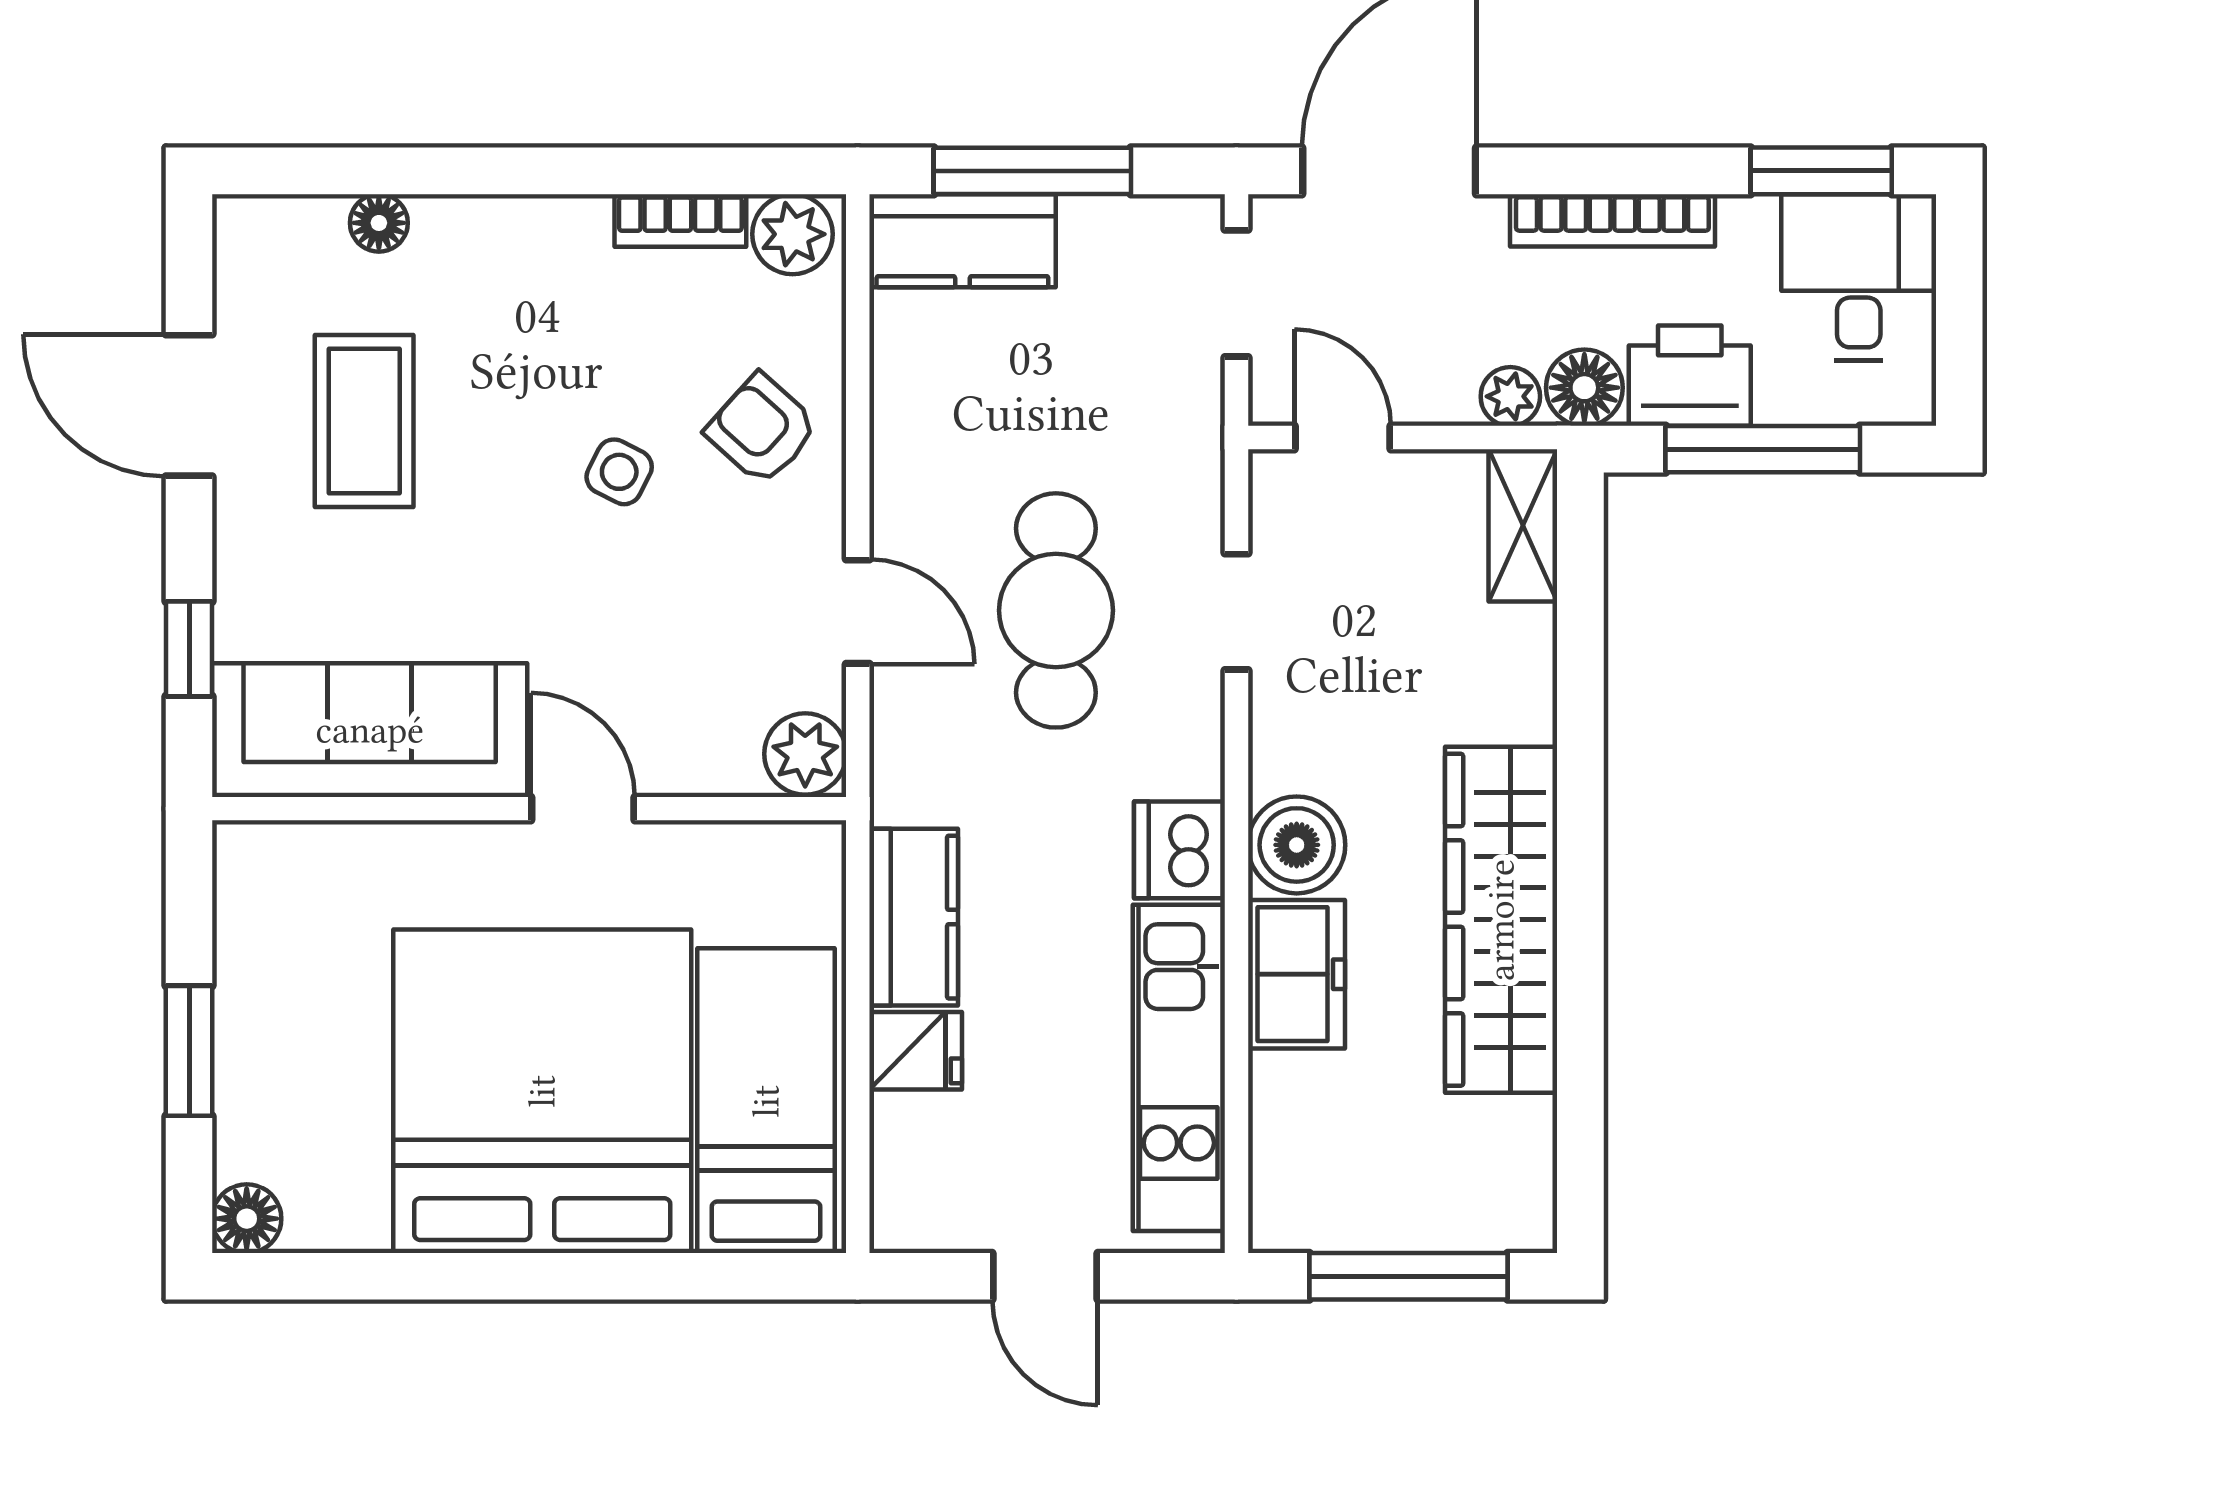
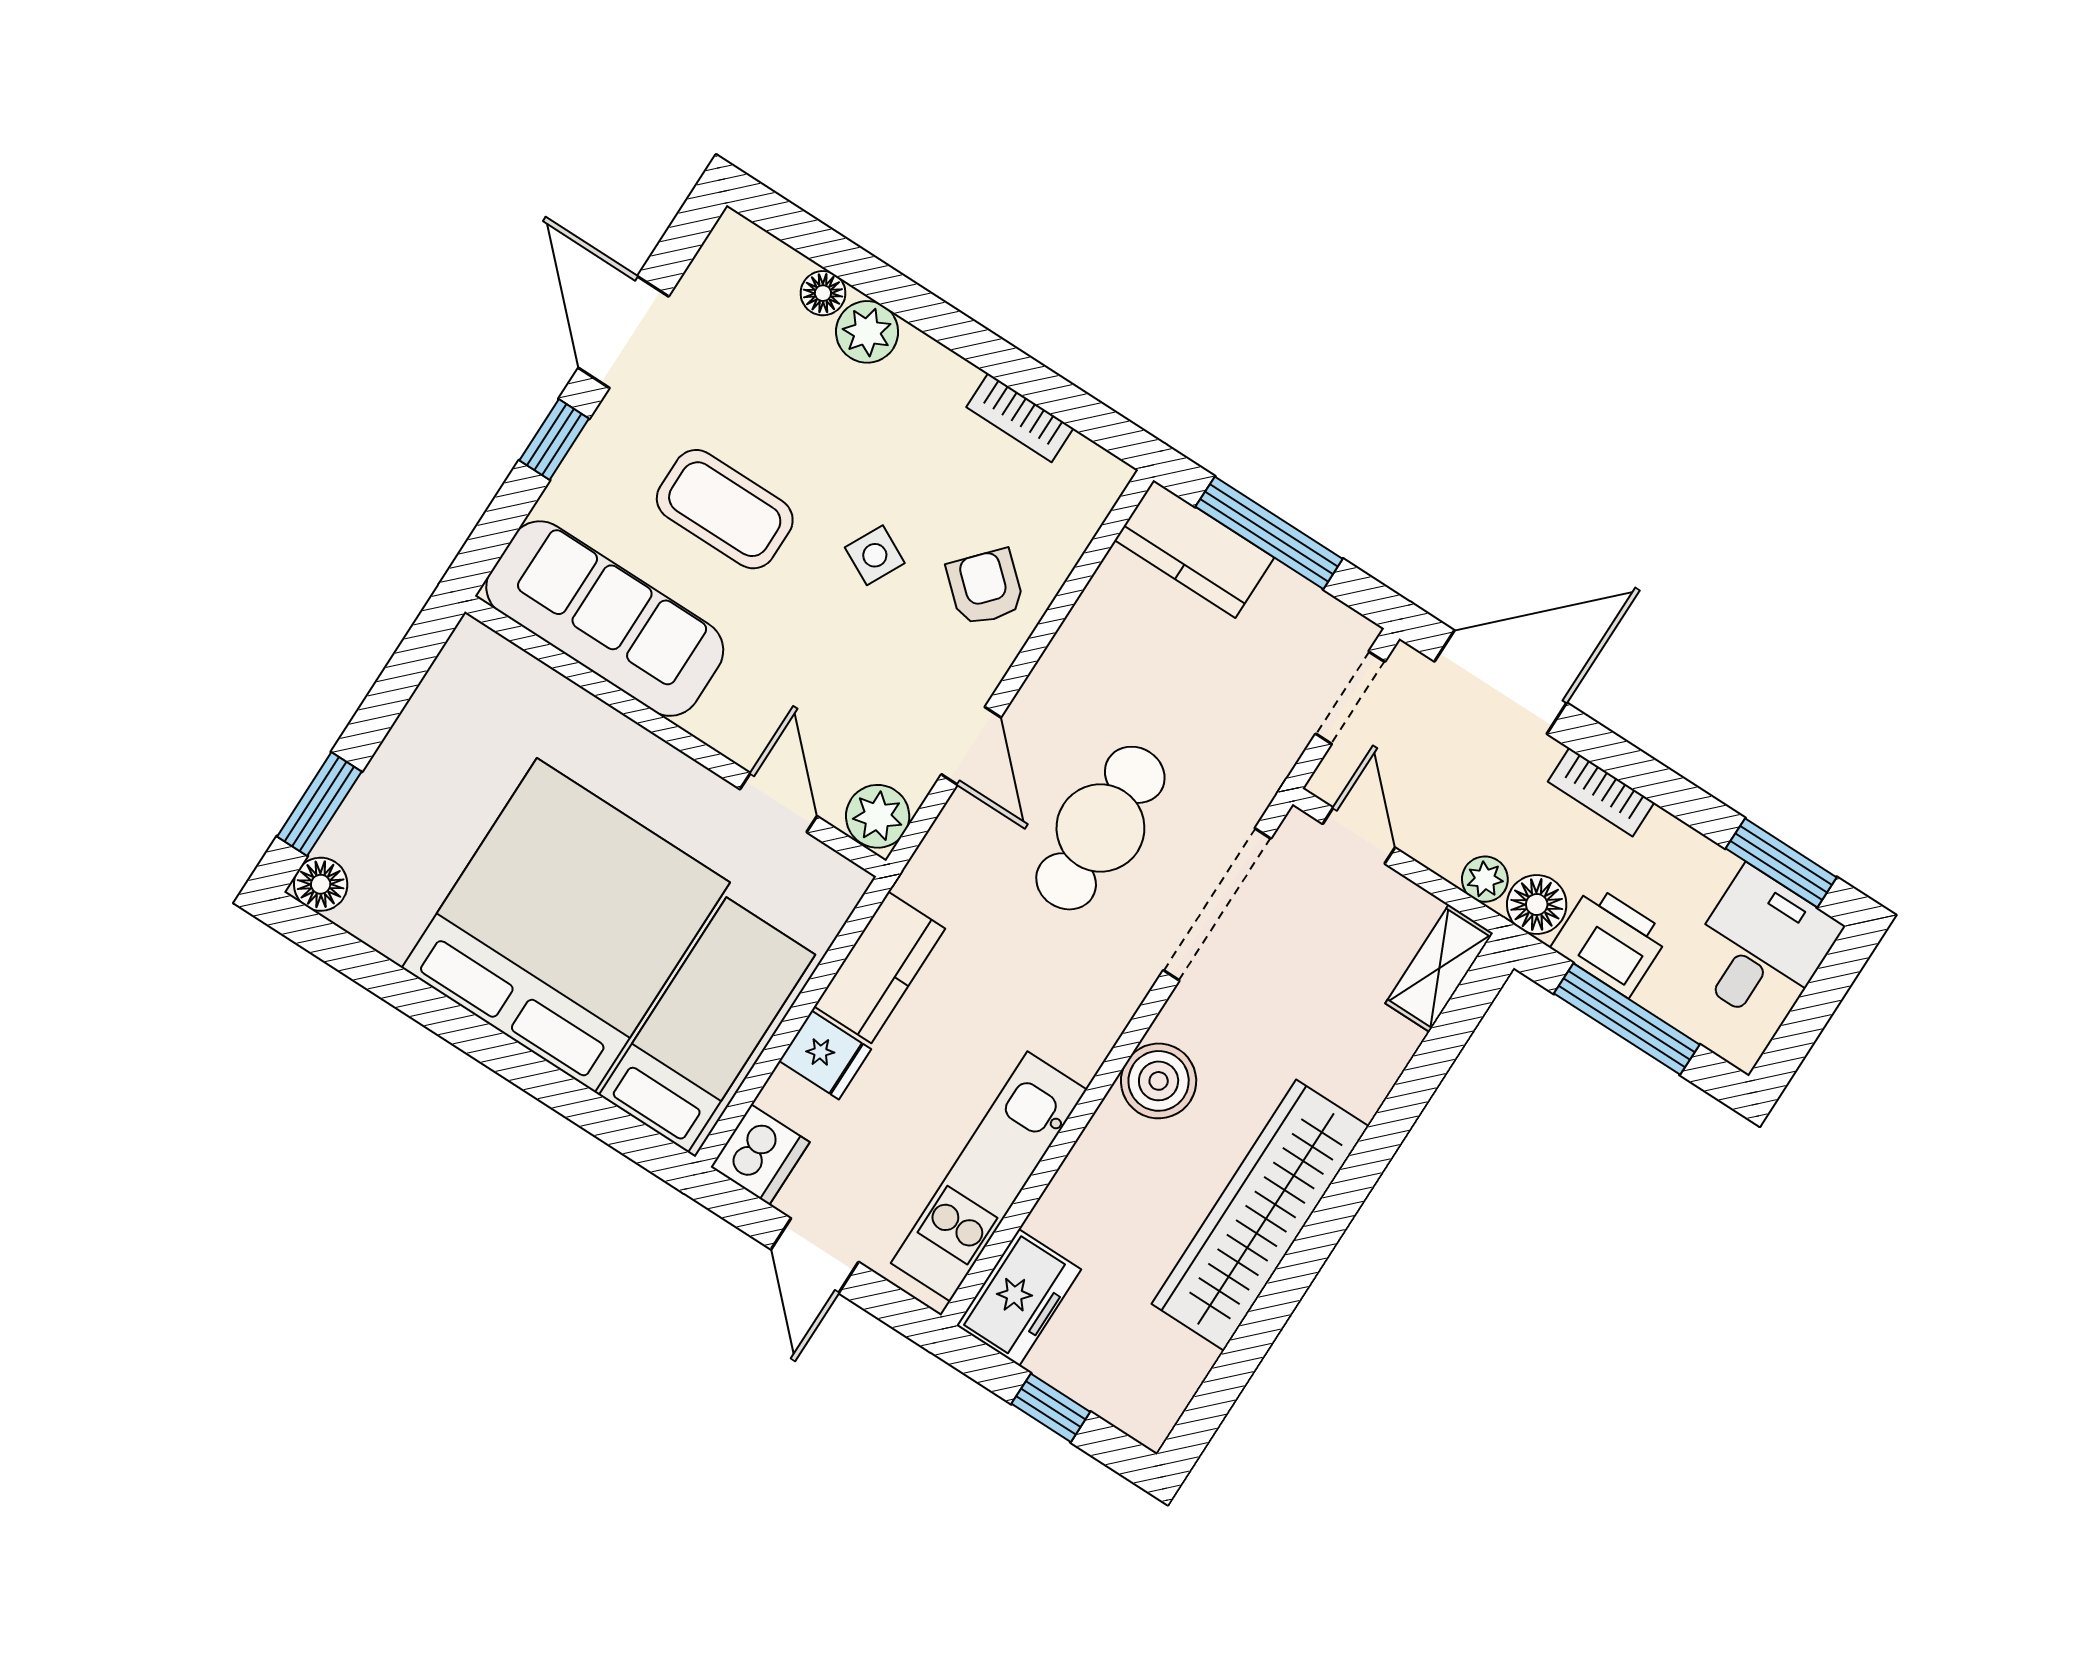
bookcase: (1612, 220) -> (1601, 792), width x0.64
plant: (793, 234) -> (867, 332), moved
coffee table: (364, 421) -> (725, 509), moved, turned 90
doorway: (1236, 612) -> (1217, 904), width x1.87
window: (189, 649) -> (554, 440), moved
door: (583, 809) -> (779, 803), moved
dishwasher: (1179, 850) -> (760, 1155), moved, turned 180
freezer: (1296, 974) -> (1019, 1298), moved
window: (189, 1051) -> (319, 804), moved
window: (1409, 1276) -> (1051, 1408), width x0.46

